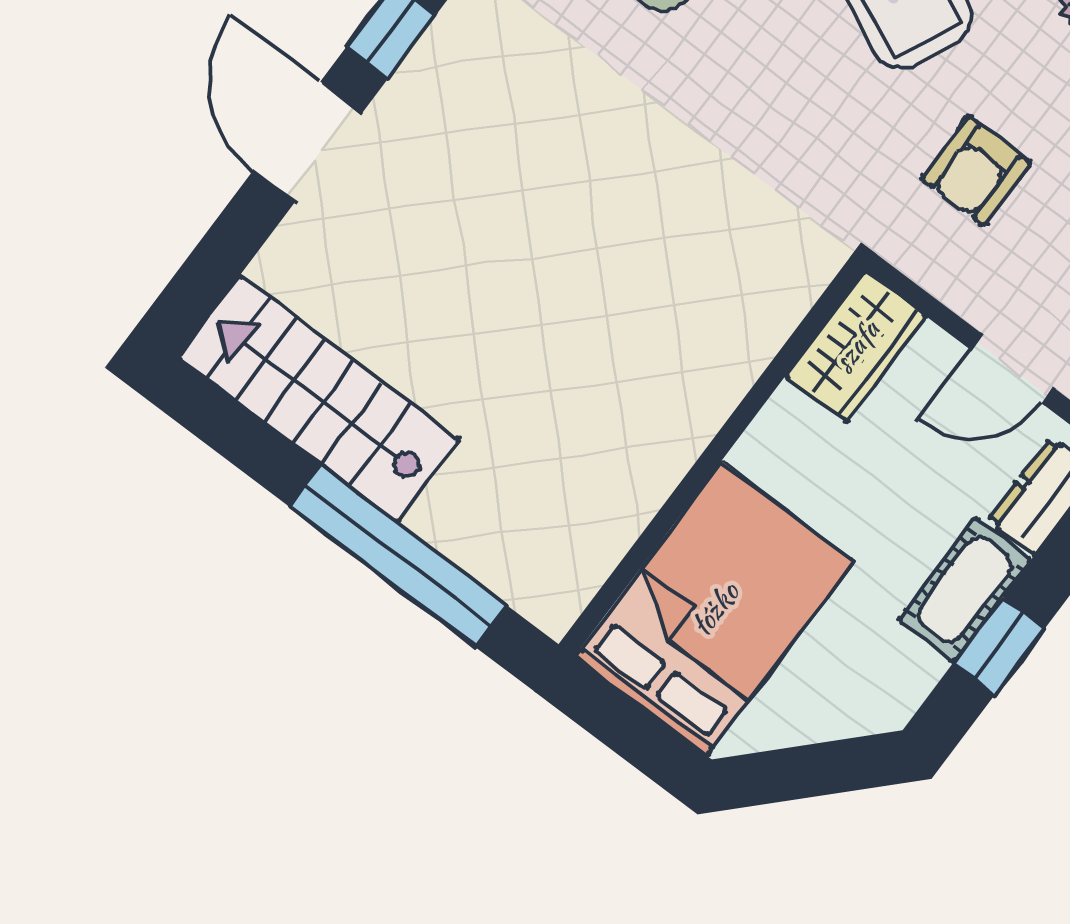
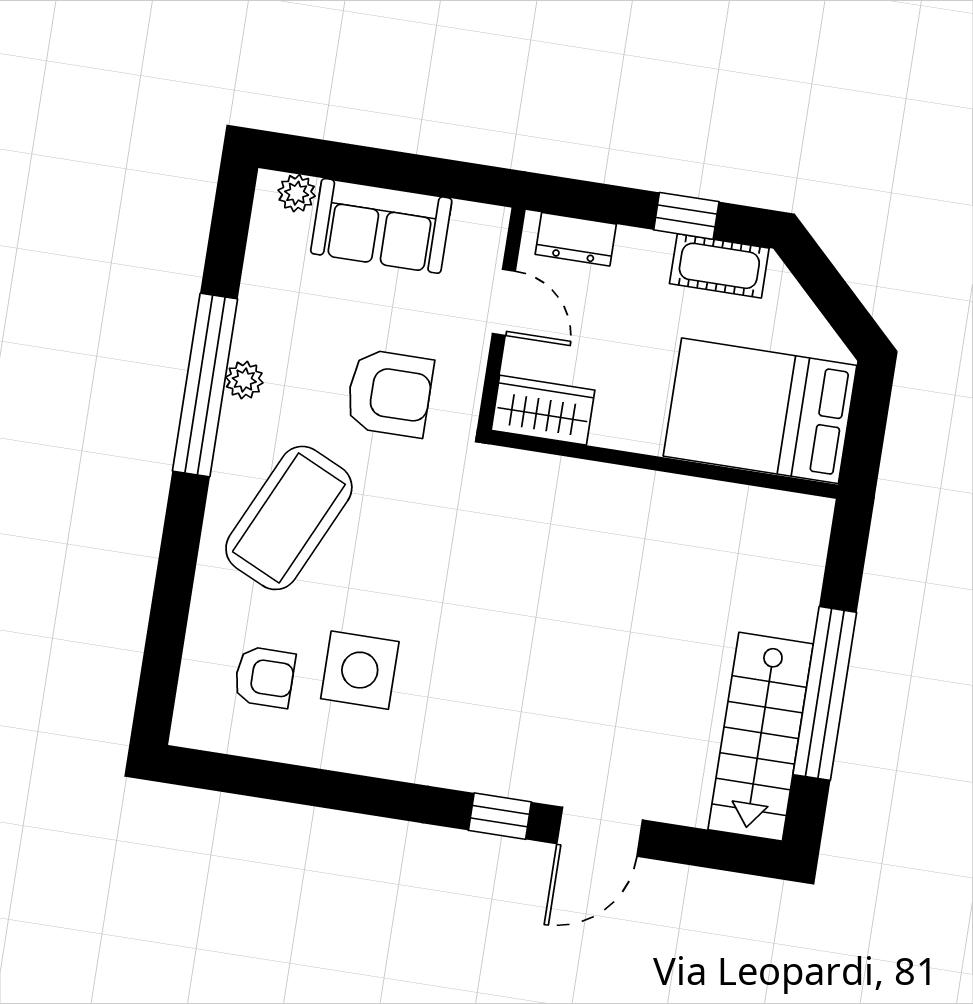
armchair: (976, 171) -> (389, 393), width x1.38, depth x1.38
window: (398, 556) -> (825, 693), moved
cot: (965, 590) -> (719, 266), moved

